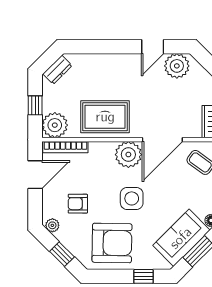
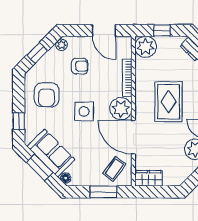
rug: (105, 117) -> (169, 102), moved
bookcase: (65, 147) -> (127, 77), moved
armchair: (78, 204) -> (80, 66), turned 90
armchair: (112, 243) -> (47, 95), width x0.73, depth x0.73

